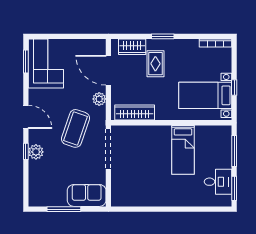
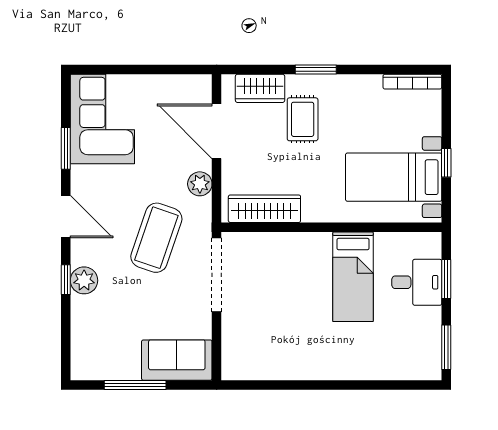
window: (26, 61) -> (66, 148), moved
window: (234, 151) -> (446, 279), width x0.69
desk: (218, 182) -> (417, 282), moved

